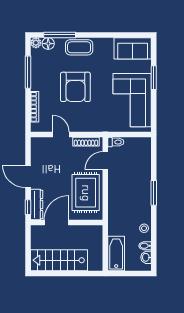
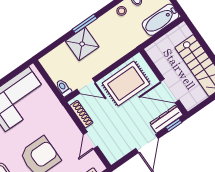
shower: (140, 180) -> (82, 44), added

